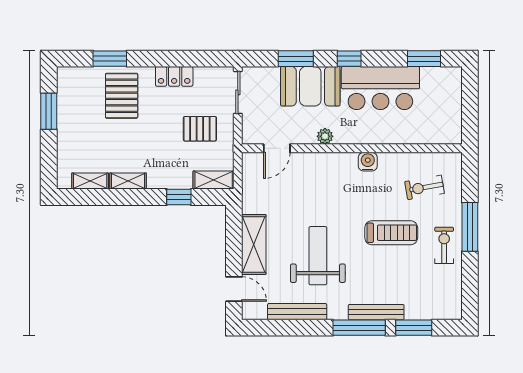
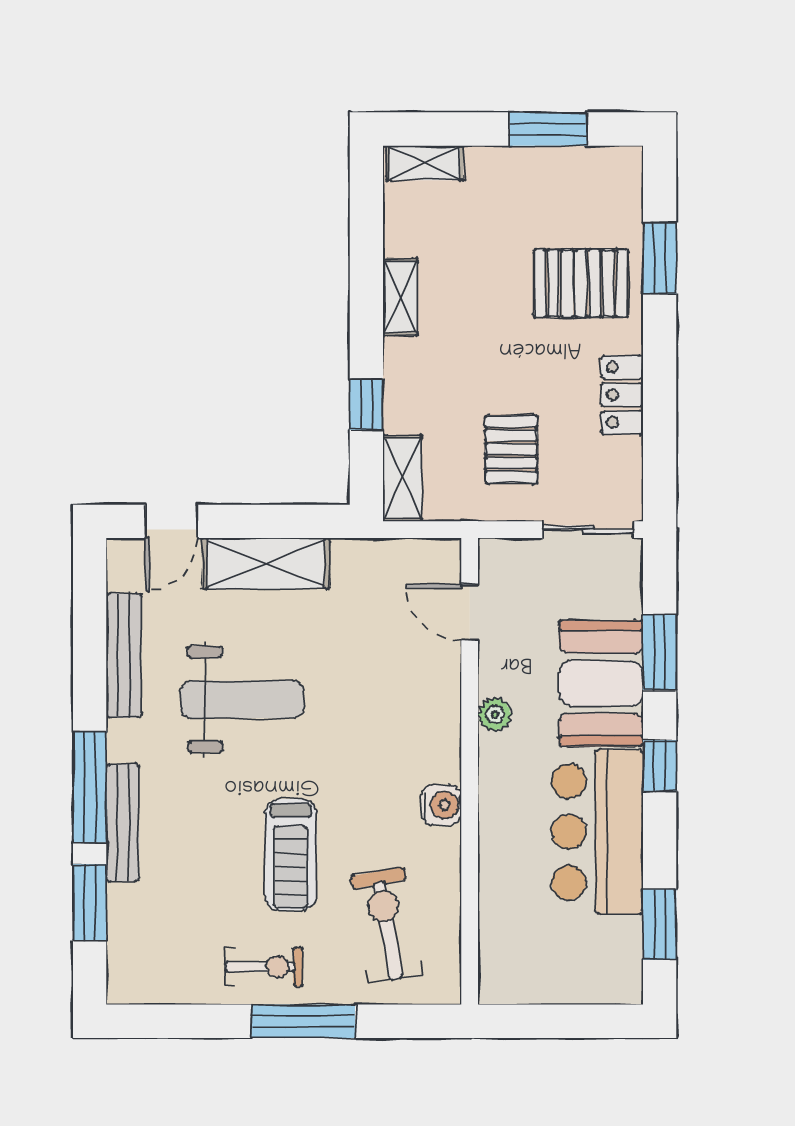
shelving: (90, 181) -> (425, 163), moved, turned 90
exercise bike: (425, 187) -> (387, 925), width x1.38, depth x1.39

